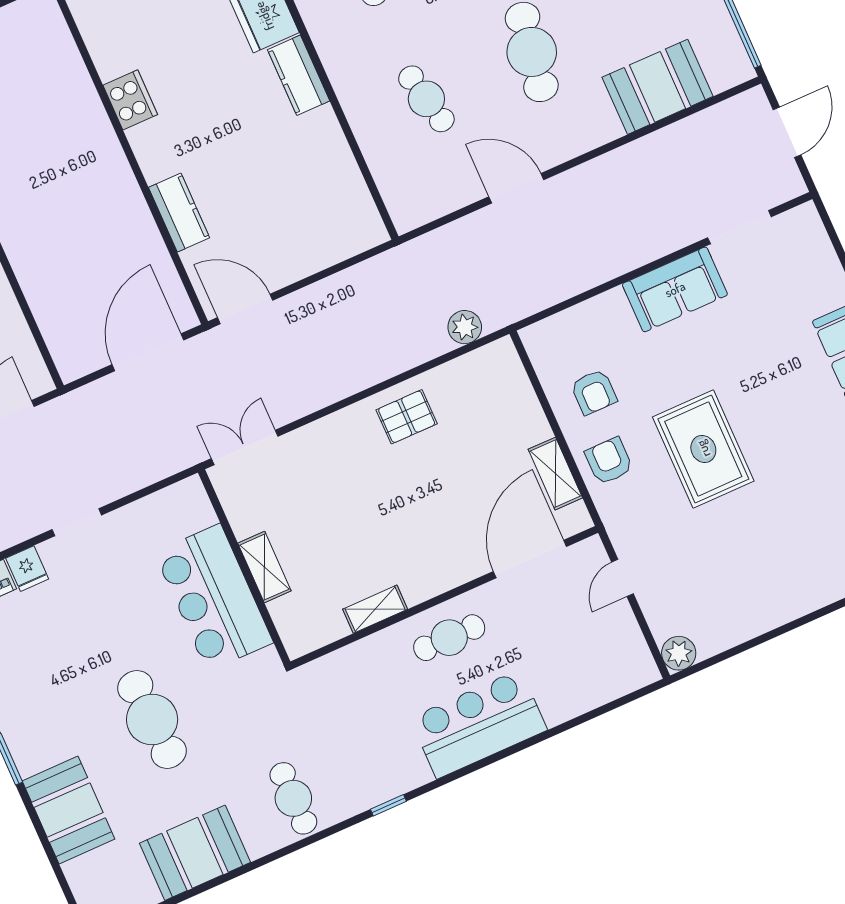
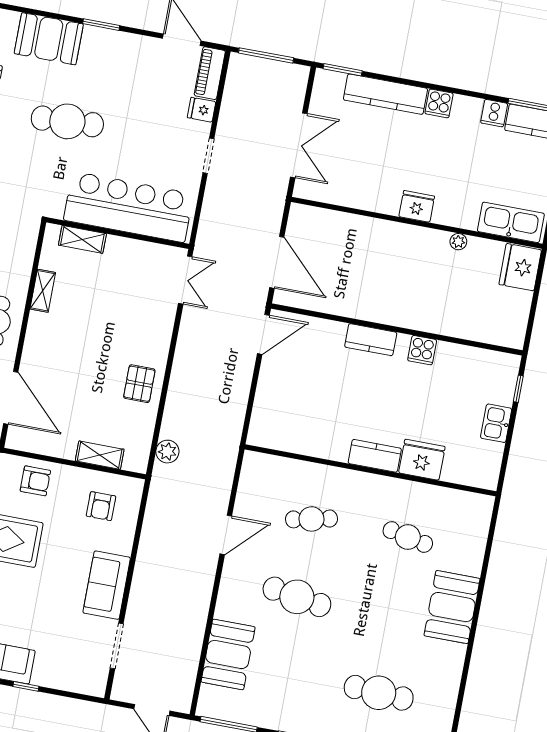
cooker: (130, 100) -> (422, 350), width x0.73
kitchen counter: (179, 213) -> (371, 340), moved
armchair: (594, 392) -> (101, 506), moved, turned -90
shelving: (555, 474) -> (100, 455), moved
shelving: (264, 567) -> (82, 239), moved
bar counter: (214, 598) -> (128, 207), width x1.36

